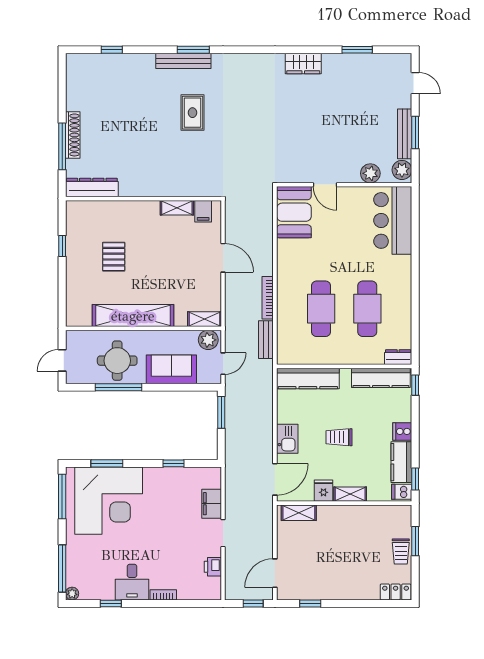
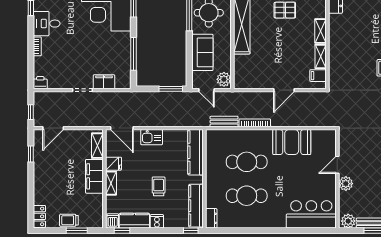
plant: (370, 173) -> (346, 184), moved
booth: (294, 212) -> (292, 142), moved
shelving: (204, 319) -> (320, 31), moved
trolley: (339, 437) -> (159, 186), moved
window: (173, 463) -> (134, 54), width x2.17
filing cabinet: (341, 517) -> (94, 176), added
printer: (213, 567) -> (40, 83), moved
door: (275, 573) -> (53, 128), swing flipped

